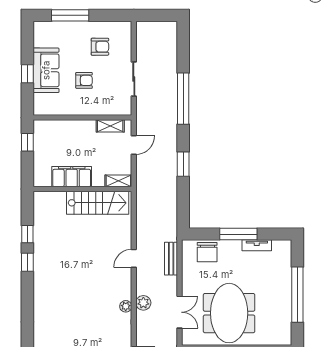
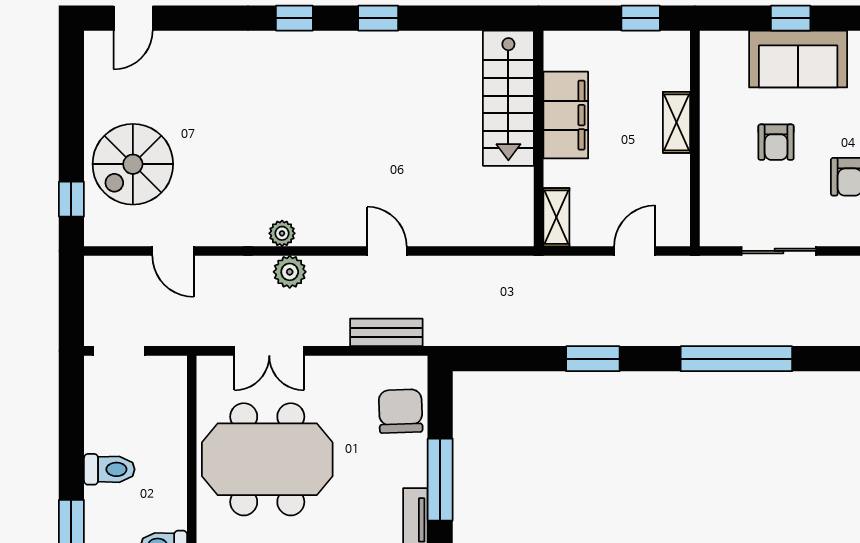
shelving: (110, 126) -> (676, 122), moved
door: (134, 145) -> (635, 251), swing flipped
stairs: (98, 203) -> (508, 98), moved
window: (27, 234) -> (294, 18), moved
chair: (207, 252) -> (401, 411), turned 88

